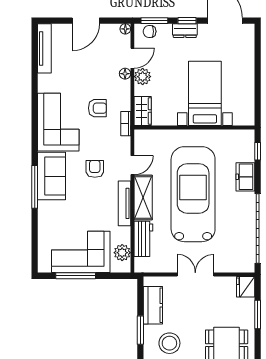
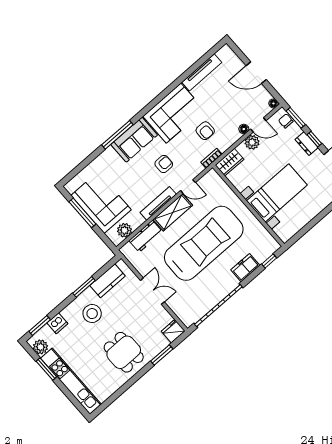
tv unit: (44, 48) -> (202, 72), moved

